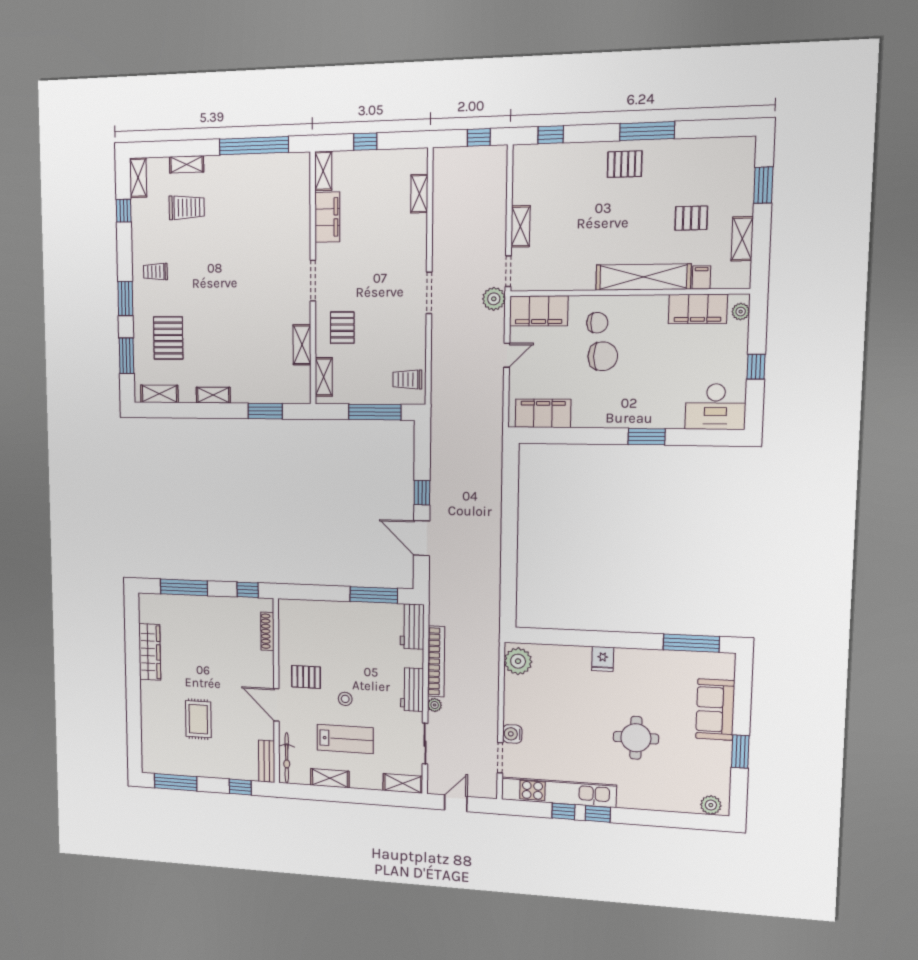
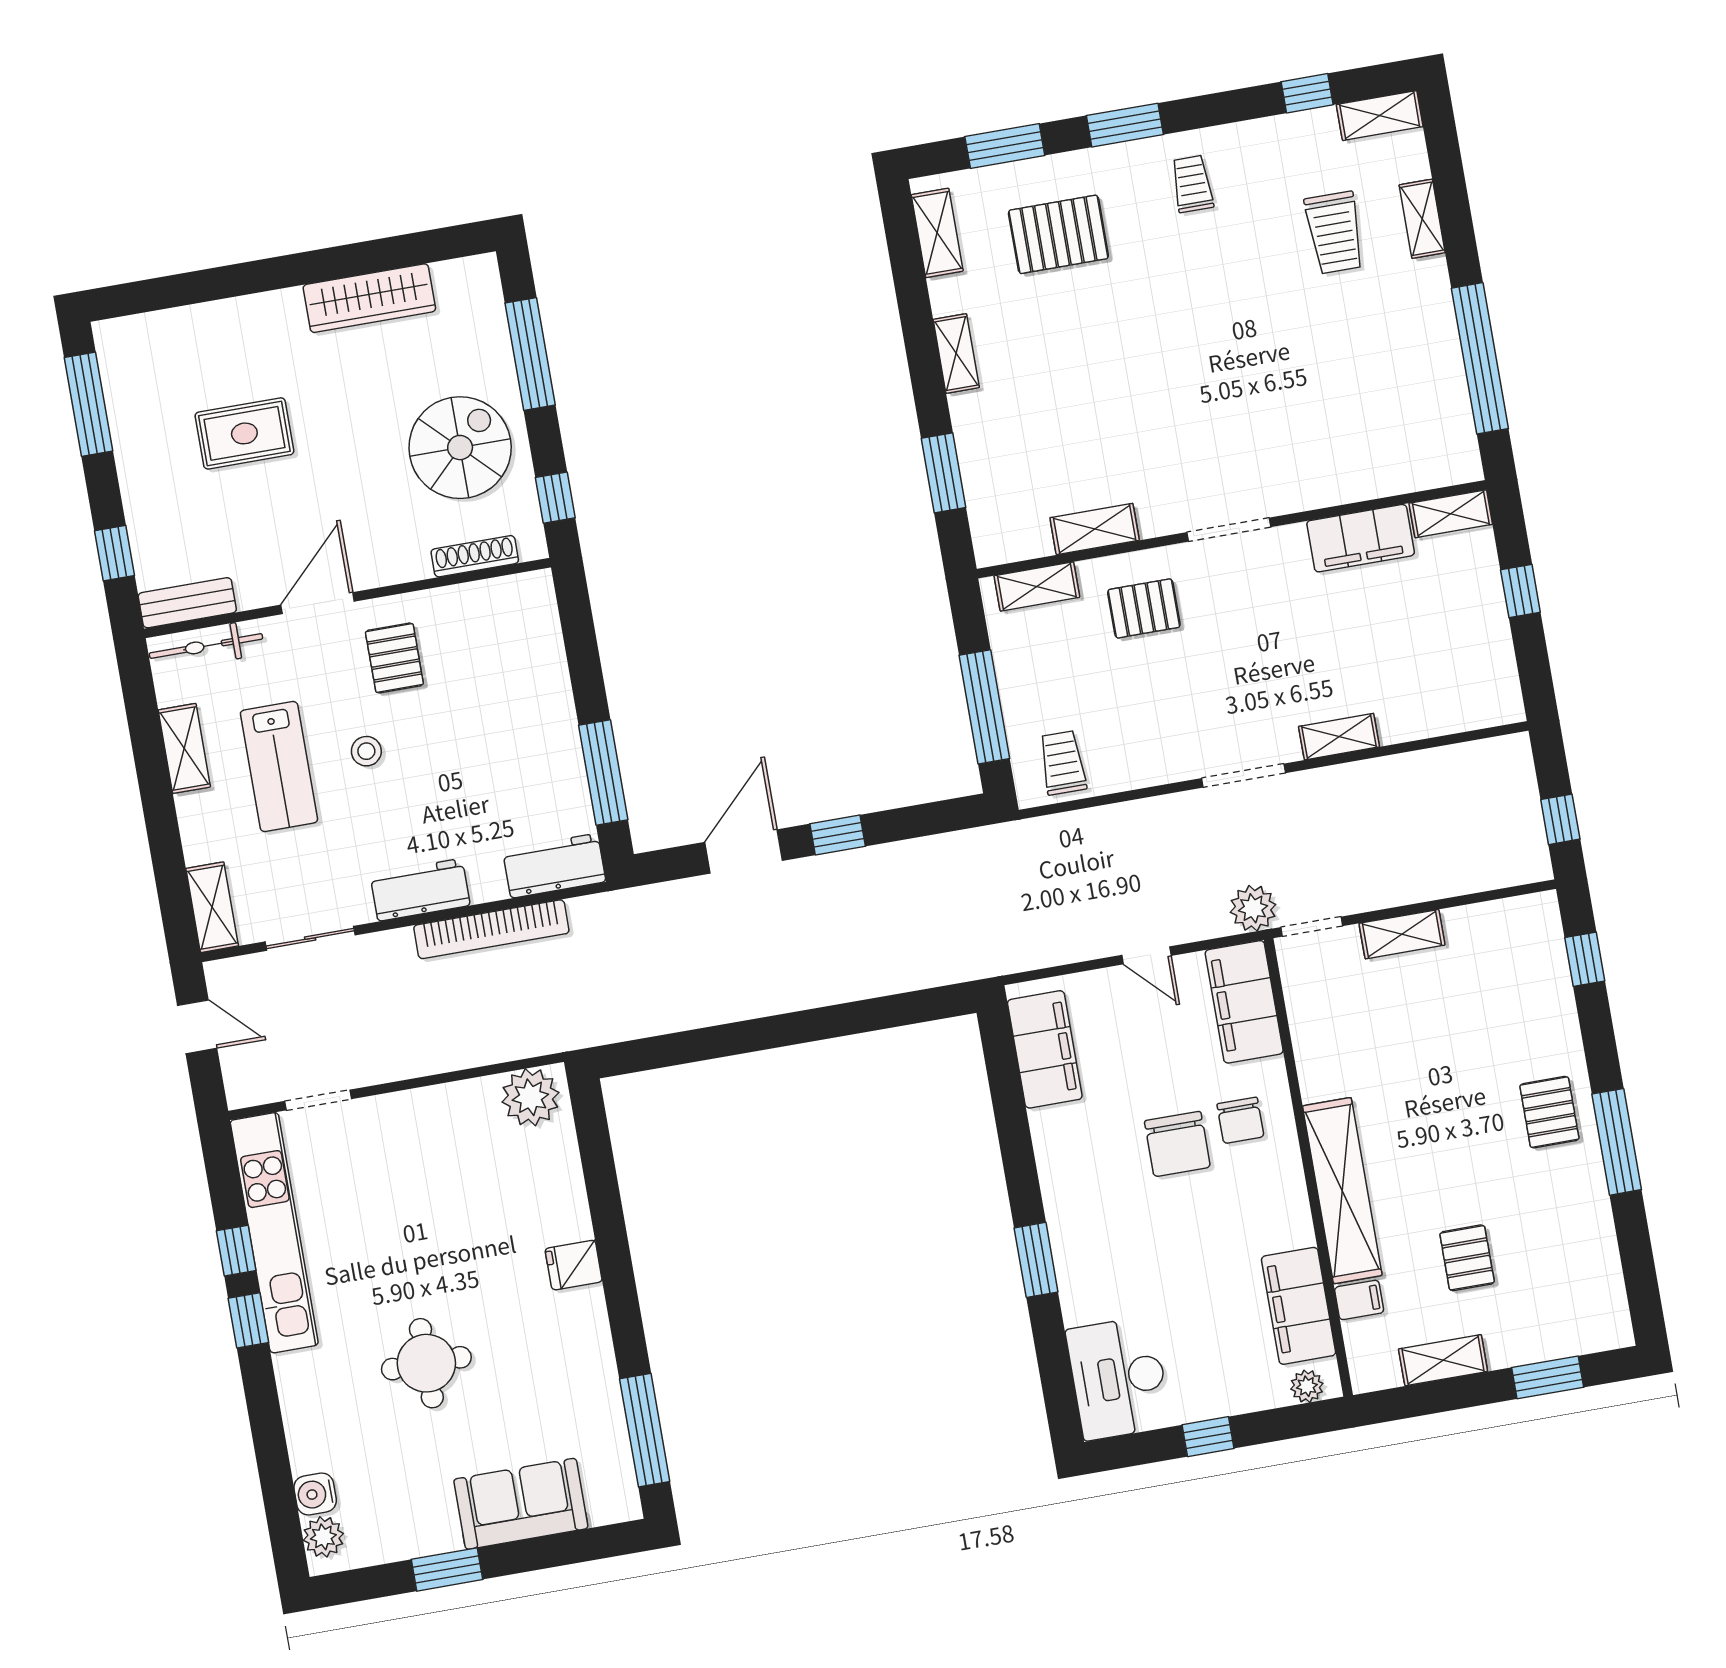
shelving: (419, 194) -> (1339, 737), moved
spiral stairs: (219, 627) -> (460, 448), added
plant: (435, 705) -> (398, 943), removed
water cooler: (512, 734) -> (315, 1494), moved, turned -90

